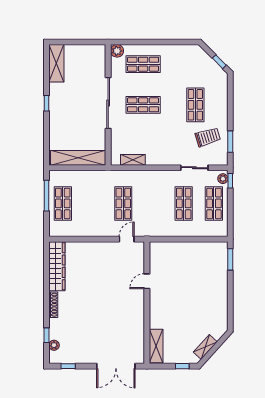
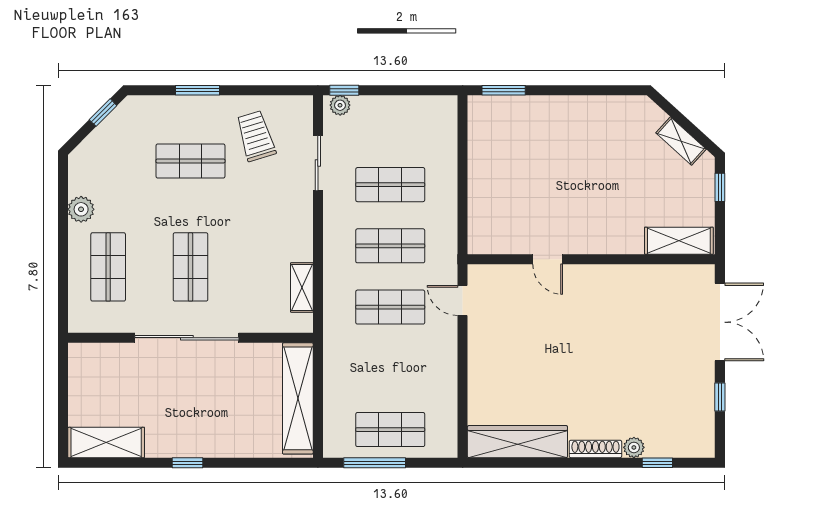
plant: (117, 51) -> (81, 209), moved
window: (230, 142) -> (198, 90), moved
shop shelf: (214, 203) -> (390, 246), moved
plant: (54, 345) -> (634, 447), moved
window: (68, 366) -> (720, 397), moved

